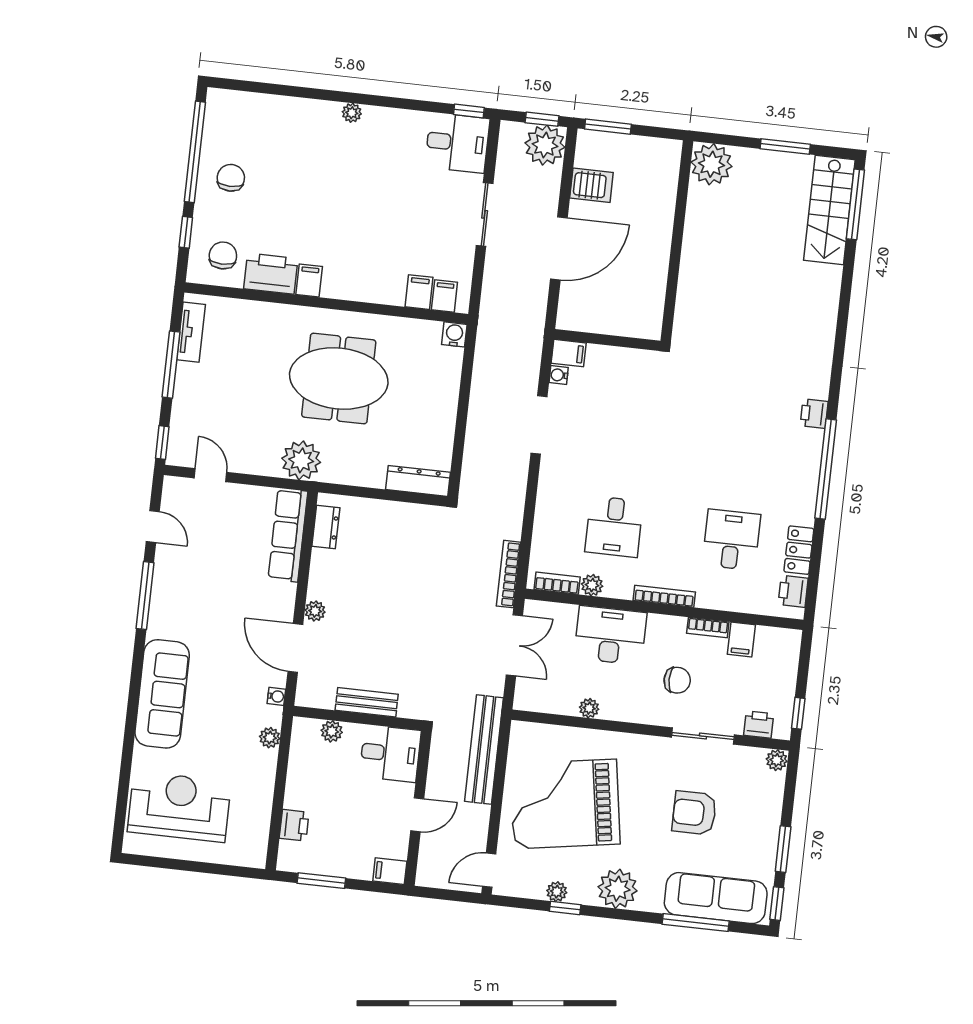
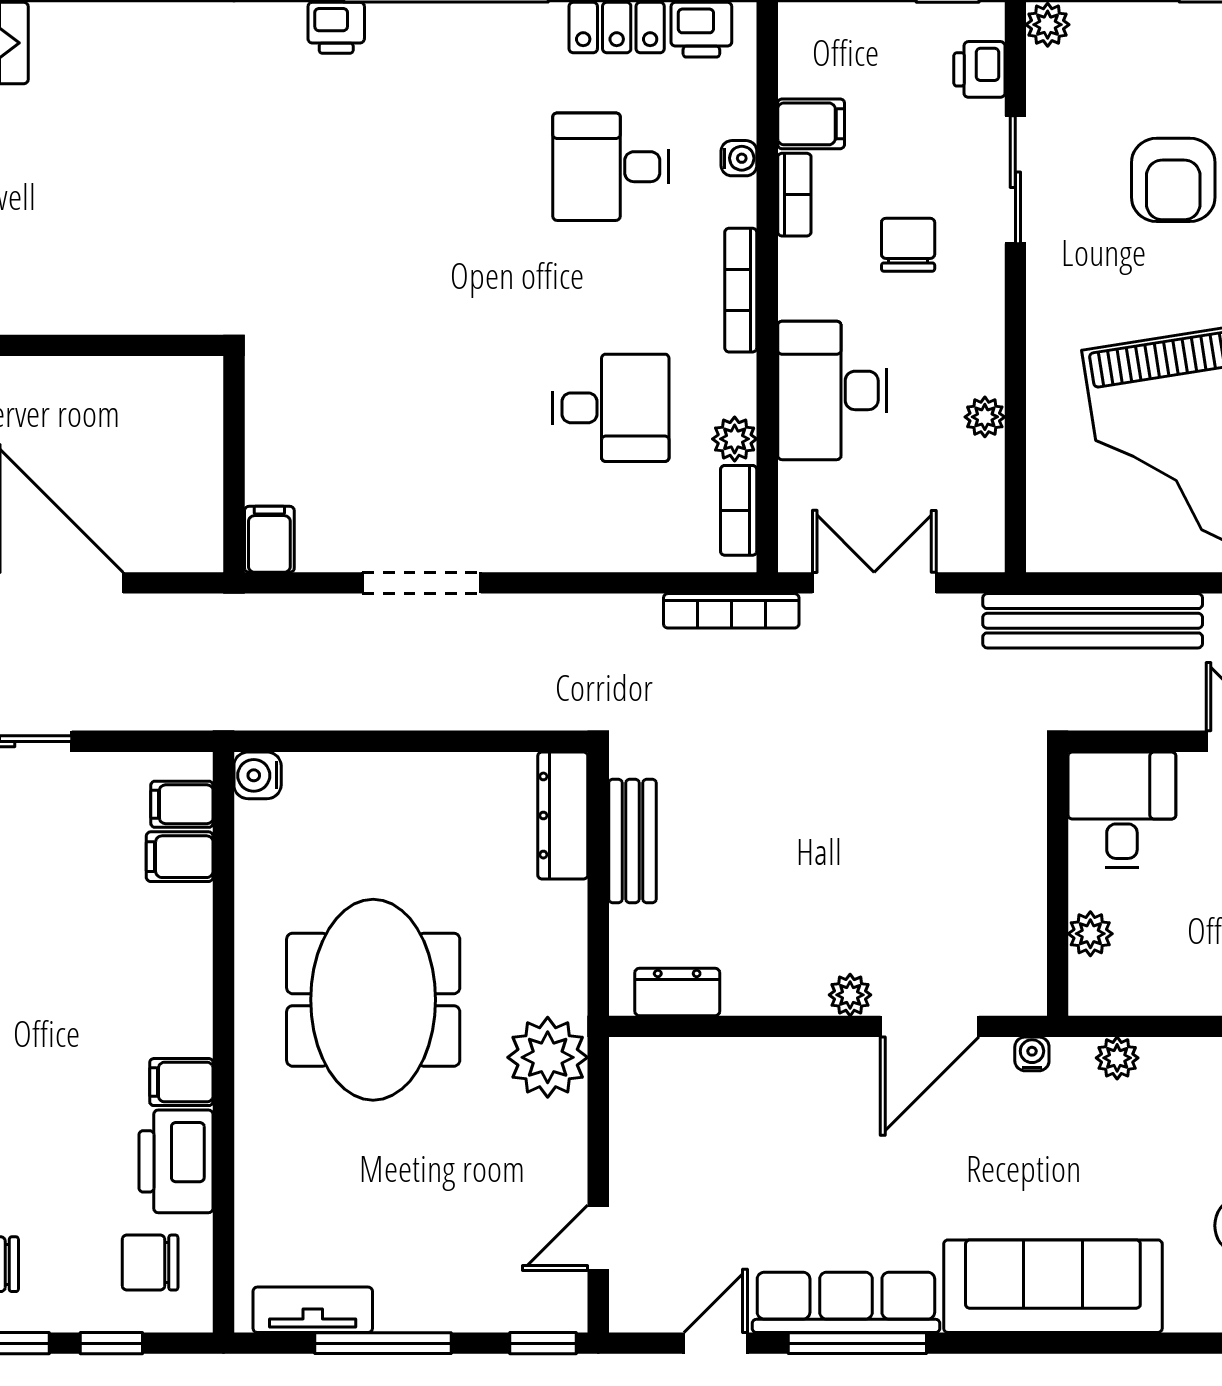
water cooler: (559, 375) -> (739, 158), moved, turned -90
row of seats: (288, 535) -> (846, 1302), moved, turned 180
bench: (367, 702) -> (632, 841), moved

